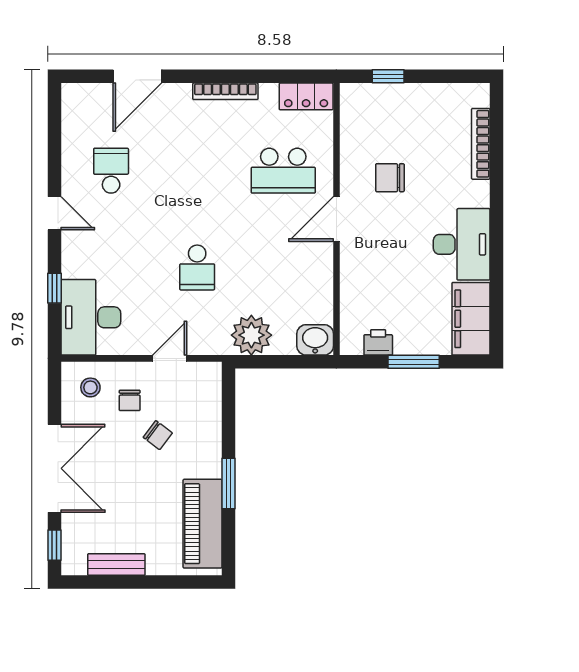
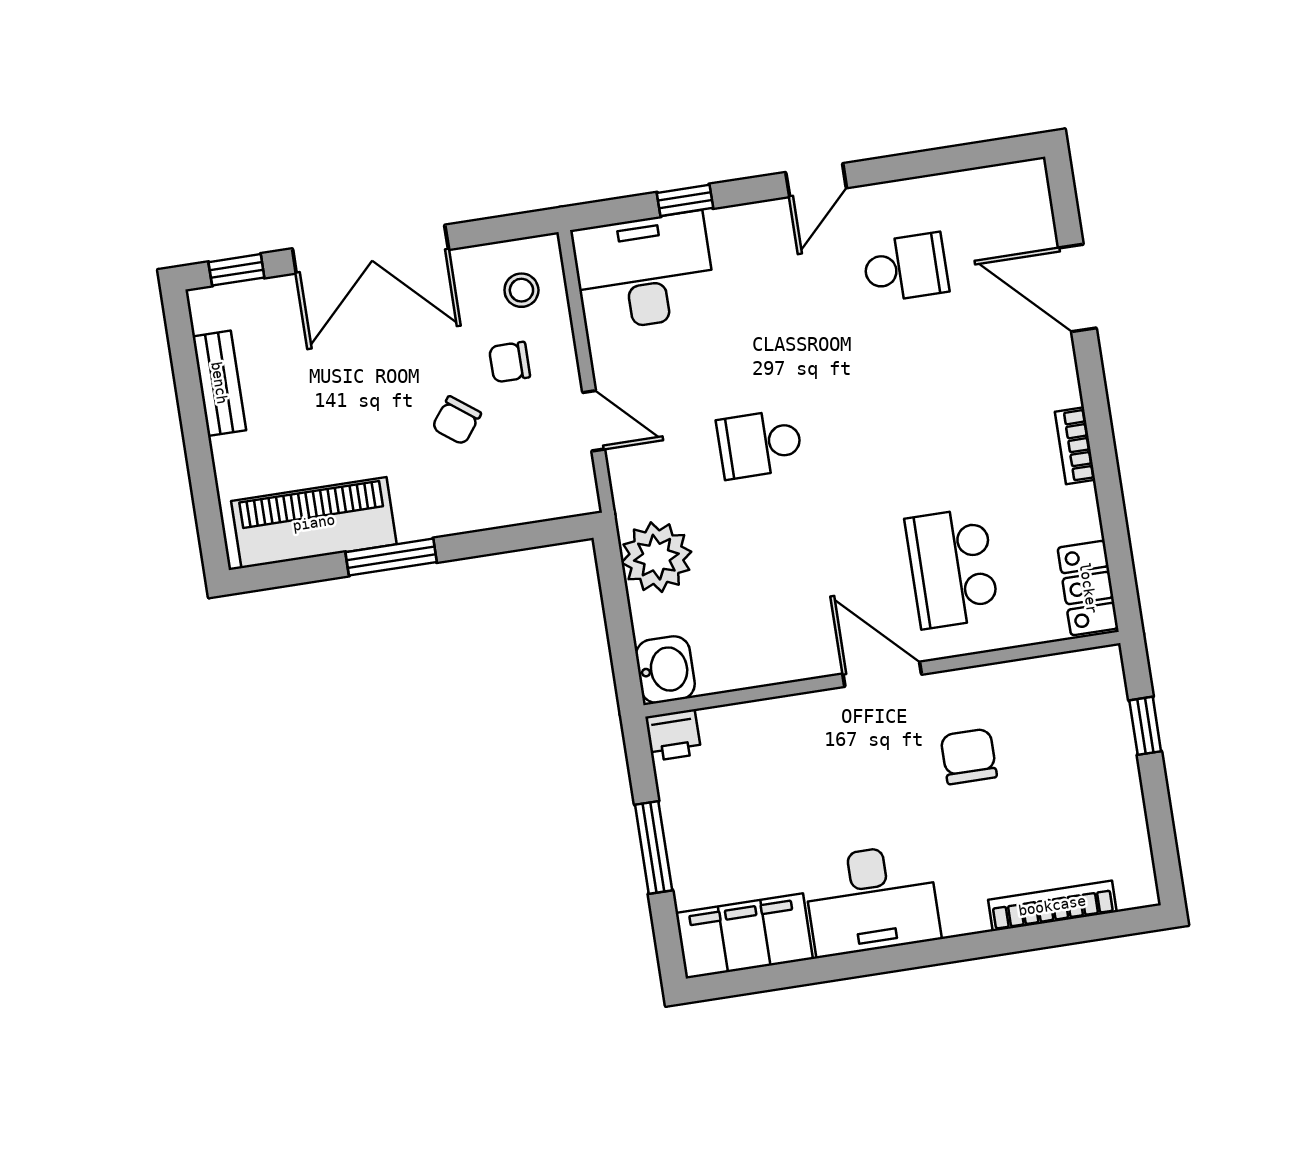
bookcase: (225, 91) -> (1075, 446), width x0.64
printer: (378, 342) -> (673, 735), moved, turned 90

